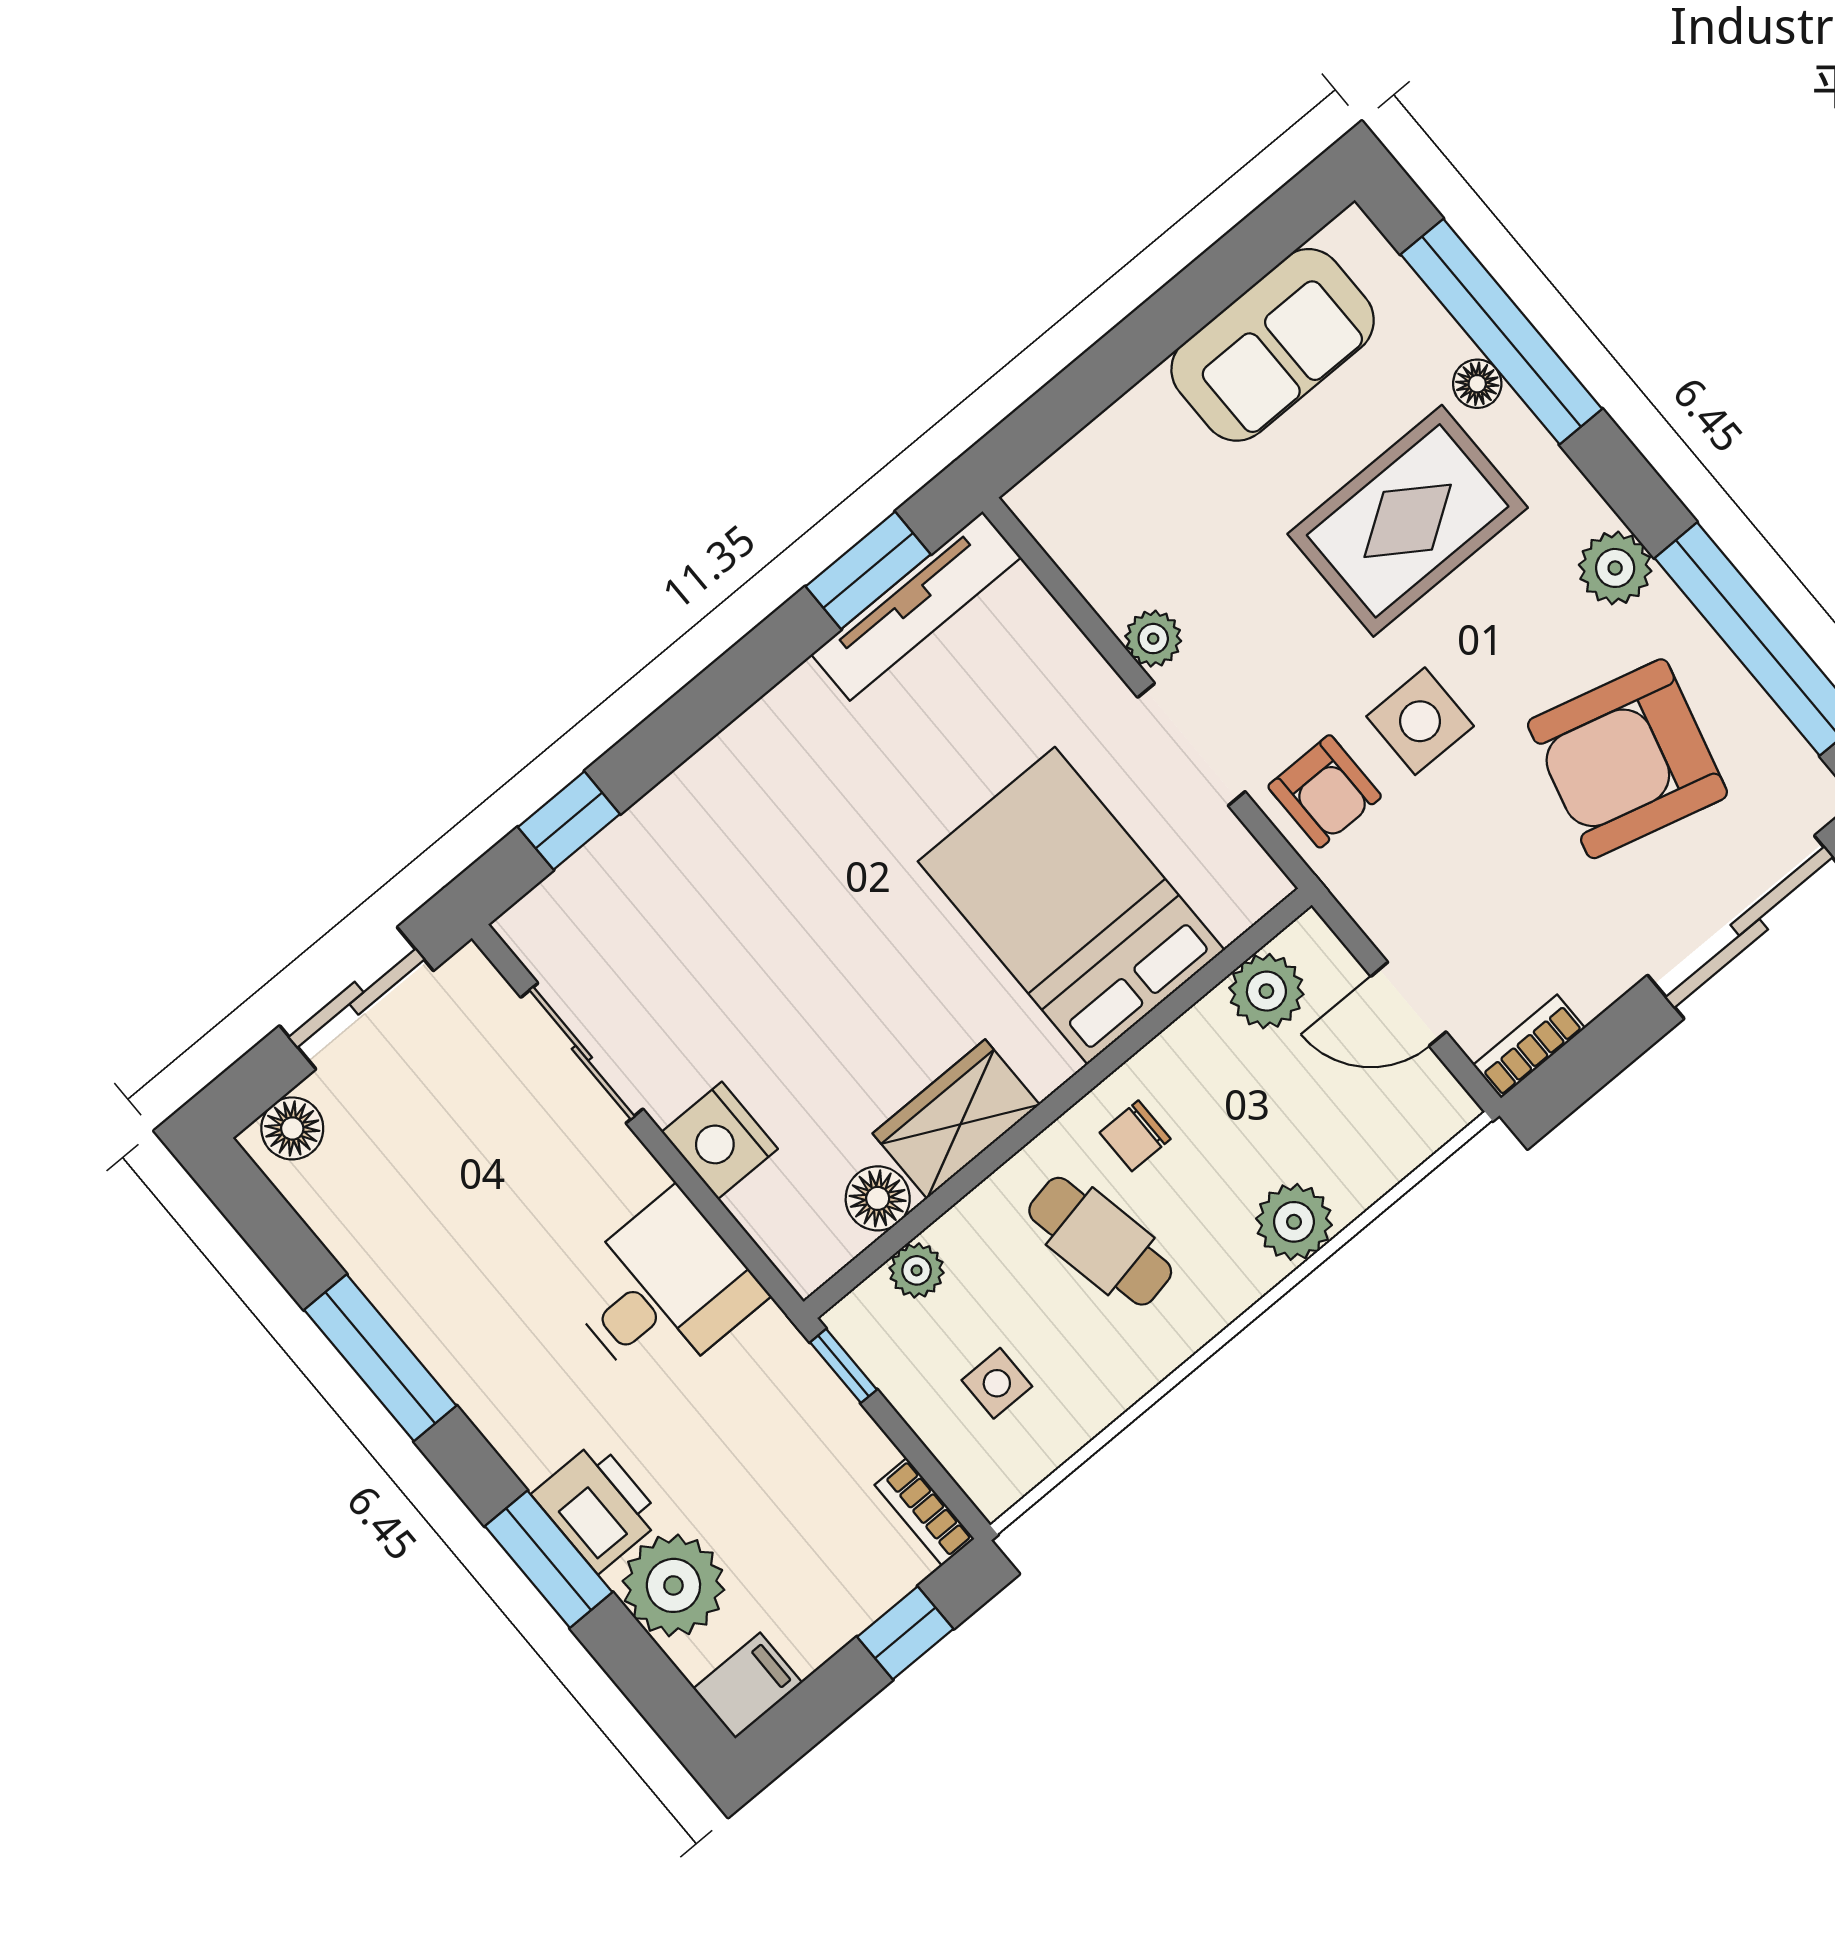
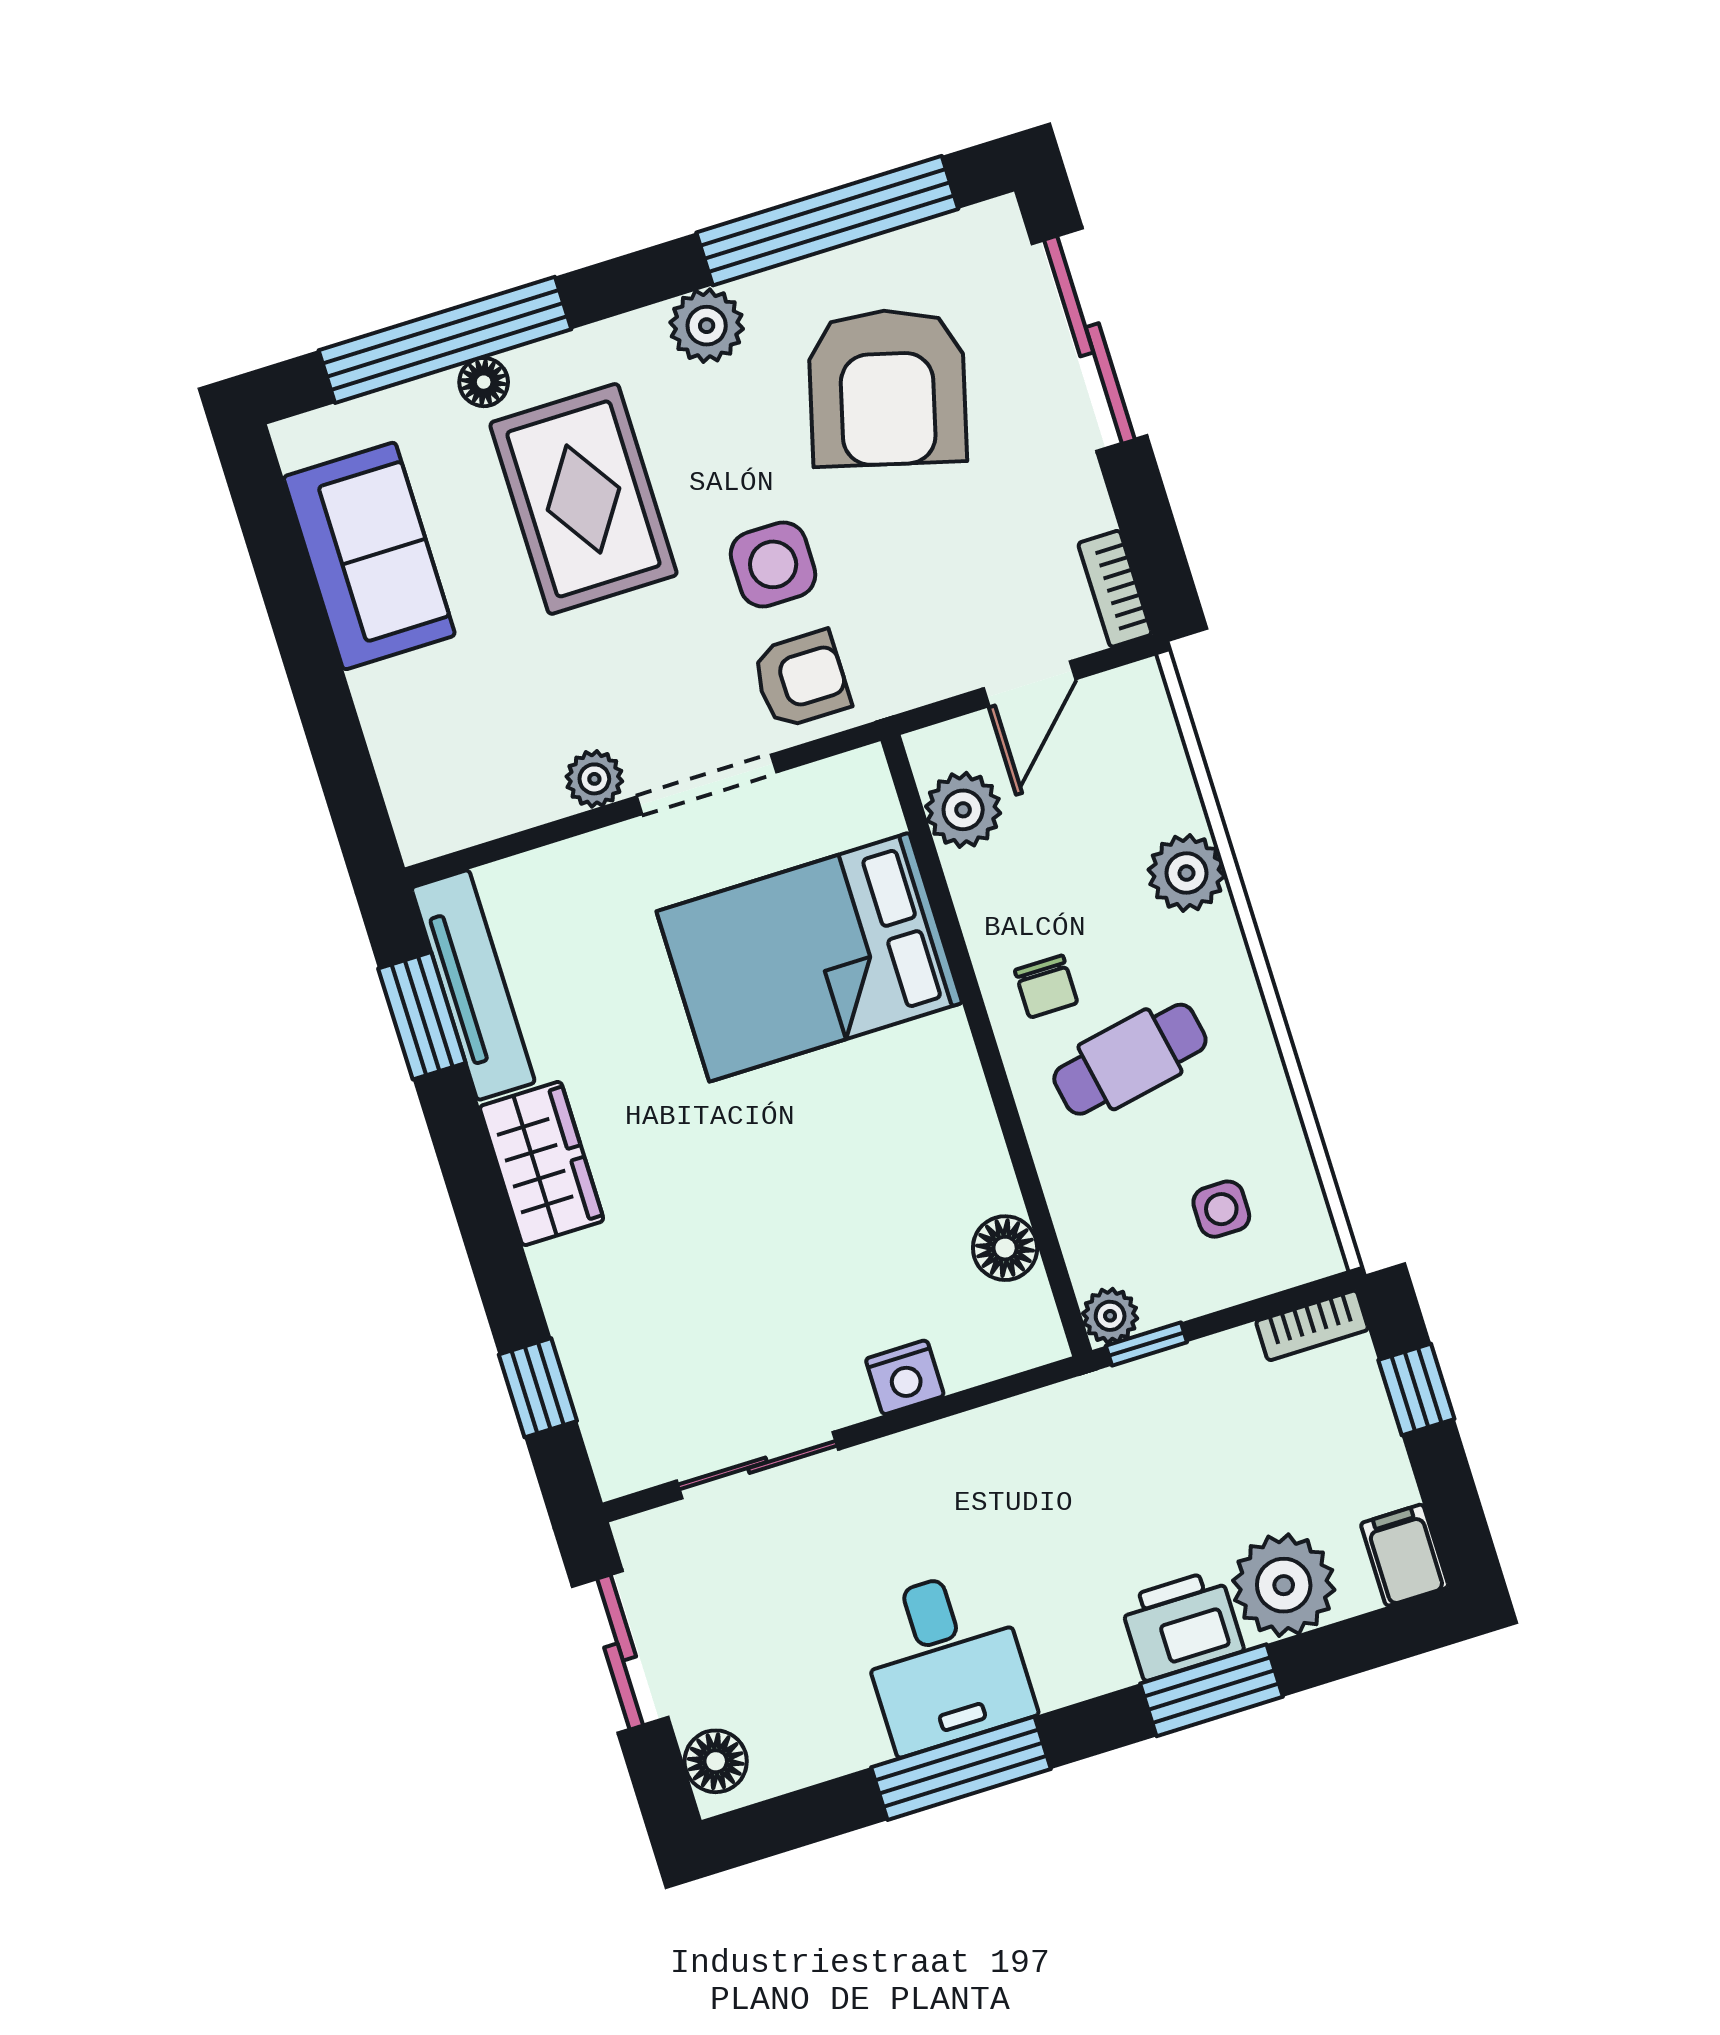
wardrobe: (956, 1119) -> (542, 1164), moved, turned 180
nightstand: (720, 1140) -> (905, 1377), width x0.74, depth x0.75
plant: (917, 1270) -> (1110, 1316), moved
desk: (663, 1291) -> (945, 1660), moved, turned 180

